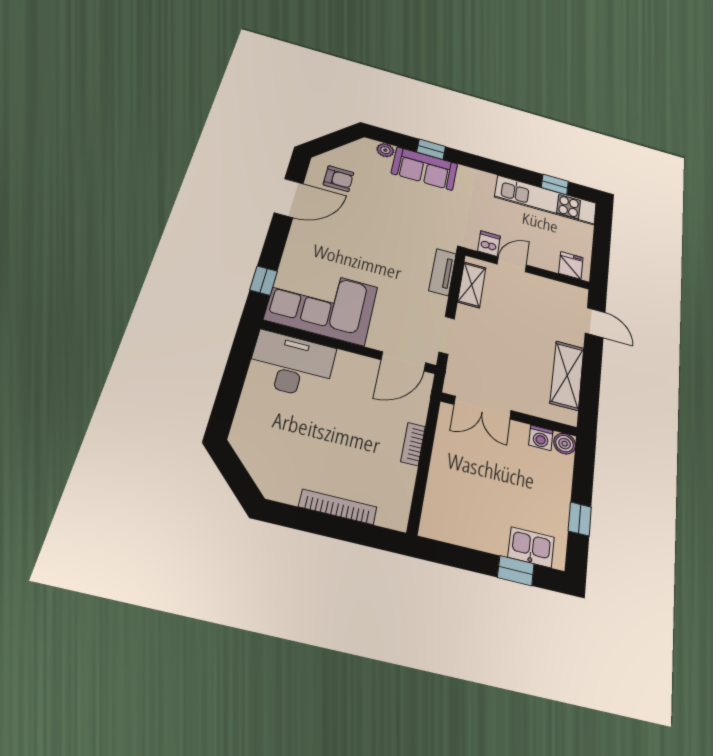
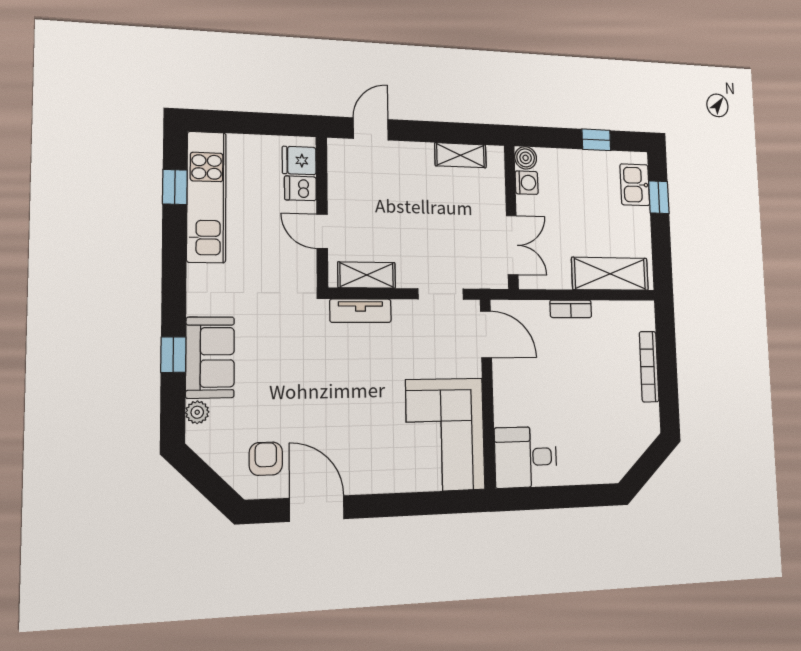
dishwasher: (489, 244) -> (300, 188), moved
window: (264, 281) -> (438, 503), removed
desk: (292, 365) -> (526, 457), width x0.73
shelving: (567, 375) -> (461, 155), width x0.67, depth x0.75
shelving: (442, 493) -> (610, 274), added

